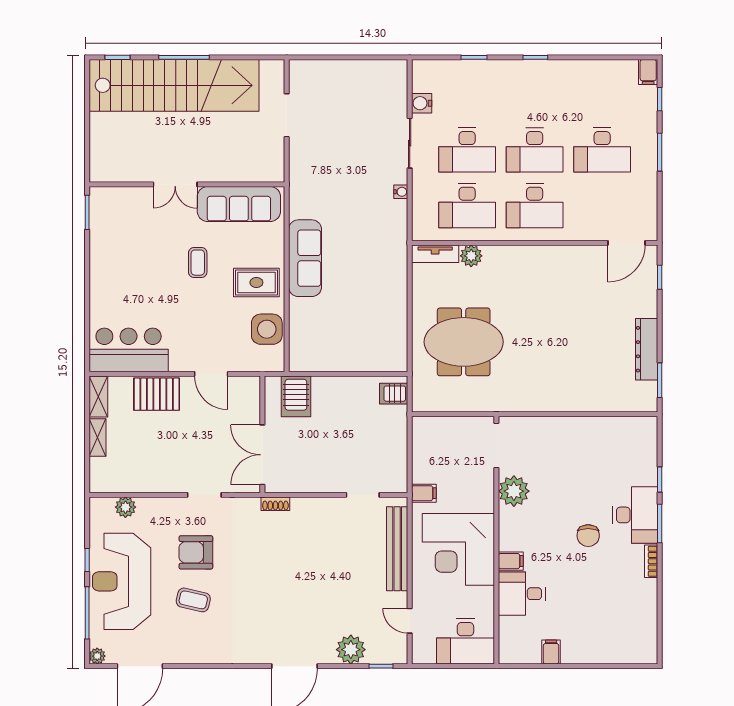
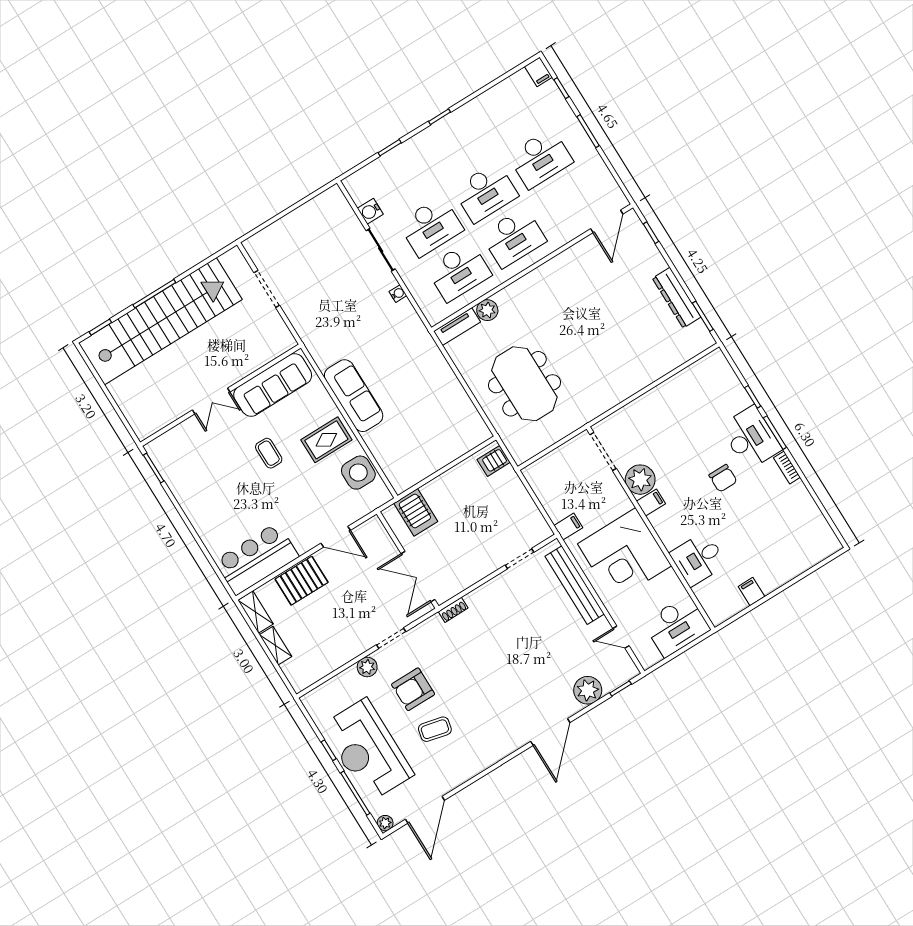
meeting table: (464, 342) -> (524, 384), turned 90
plant: (125, 507) -> (367, 667), moved
filing cabinet: (511, 561) -> (651, 502), moved

